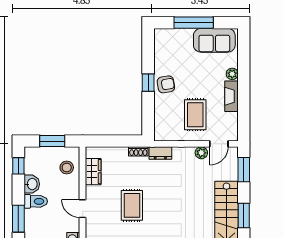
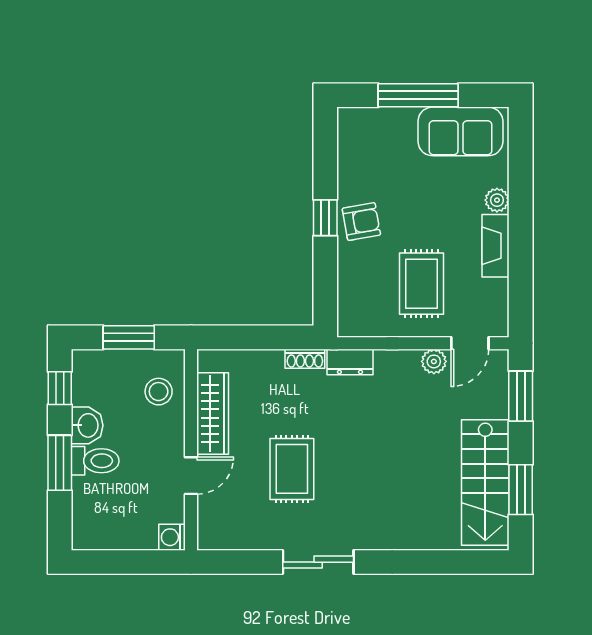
wardrobe: (93, 172) -> (213, 414), width x1.50
door: (83, 209) -> (191, 476), swing flipped
window: (18, 219) -> (60, 463), moved

